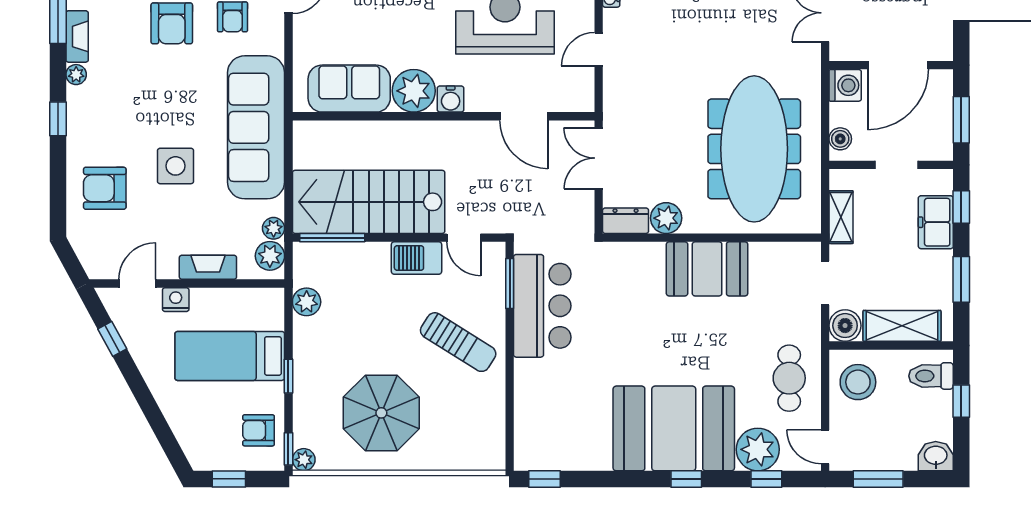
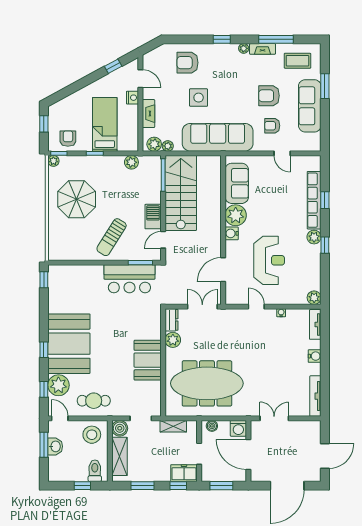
armchair: (105, 188) -> (188, 63), turned -90
freezer: (936, 222) -> (184, 473), moved
door: (825, 447) -> (60, 418), hinge flipped
washbasin: (936, 456) -> (55, 446), moved

